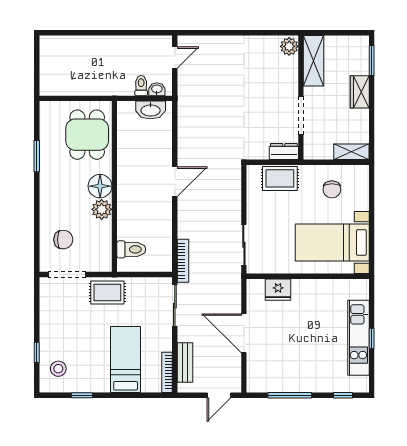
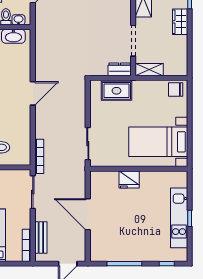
shelving: (351, 152) -> (149, 70), moved
chair: (332, 189) -> (176, 89), moved, turned 90
fridge: (278, 290) -> (129, 179), moved

